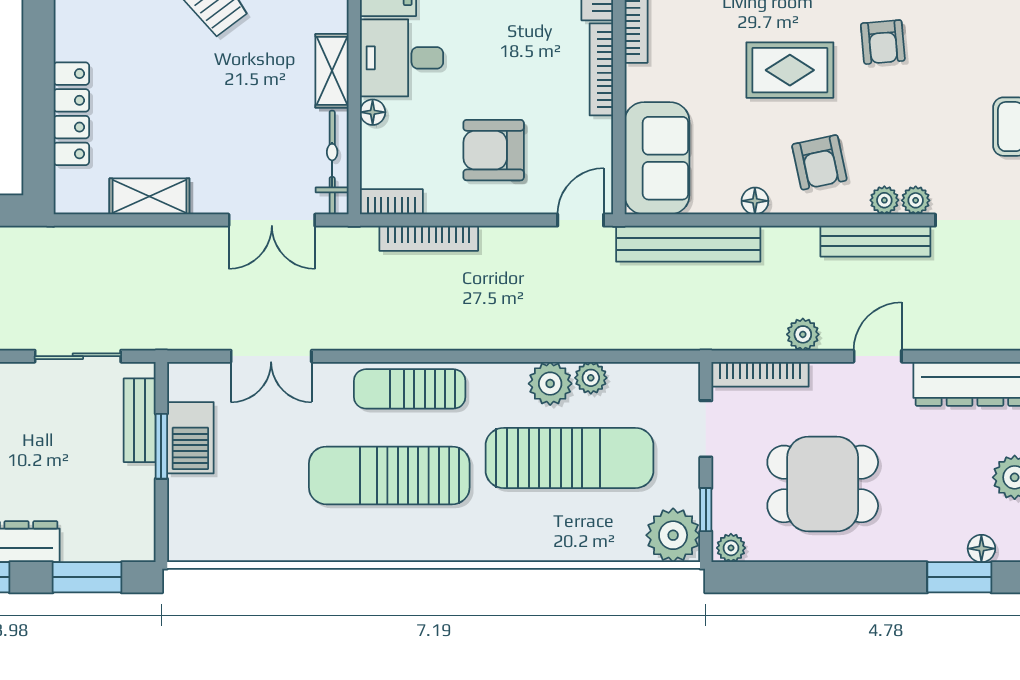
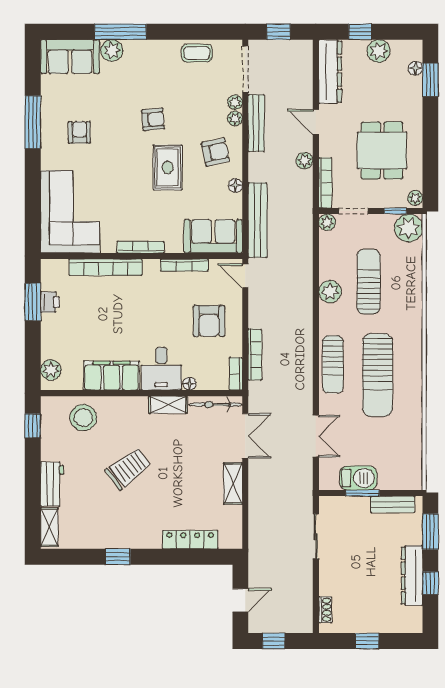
bookcase: (601, 69) -> (184, 265), moved
shelving: (149, 196) -> (233, 484), moved
plant: (591, 378) -> (327, 222), moved
bench: (140, 420) -> (393, 504), moved
sun lounger: (570, 458) -> (369, 282), width x0.73, depth x0.75

